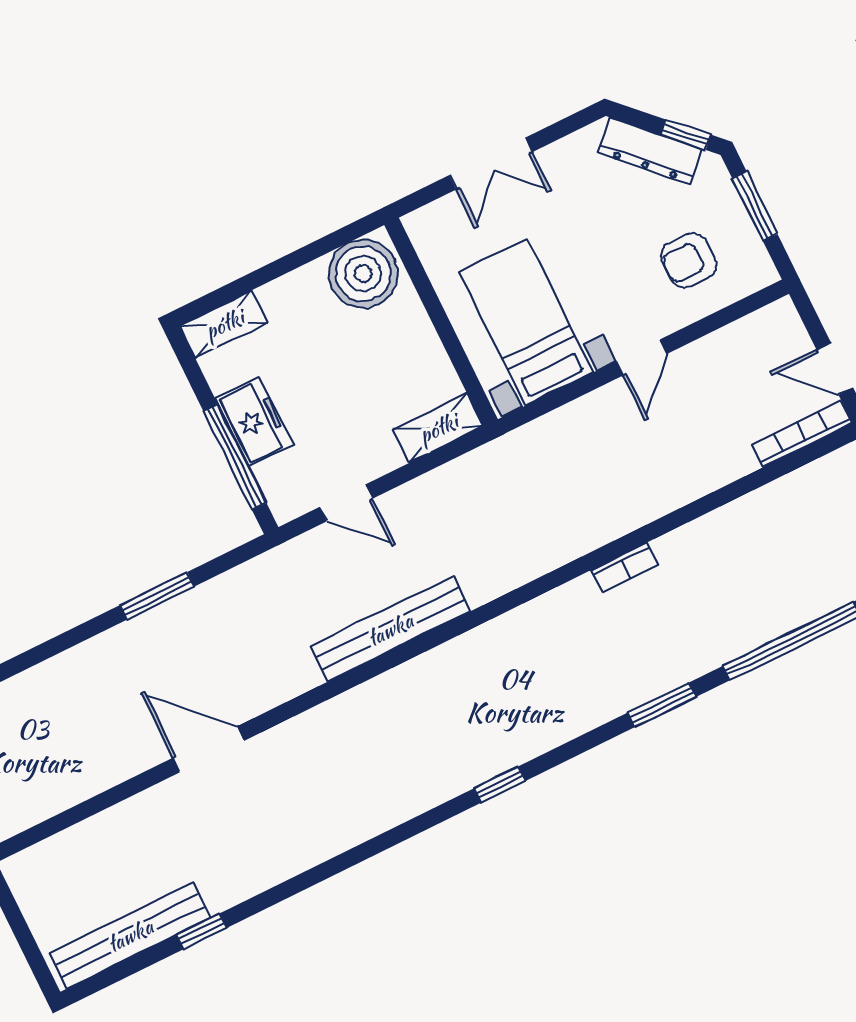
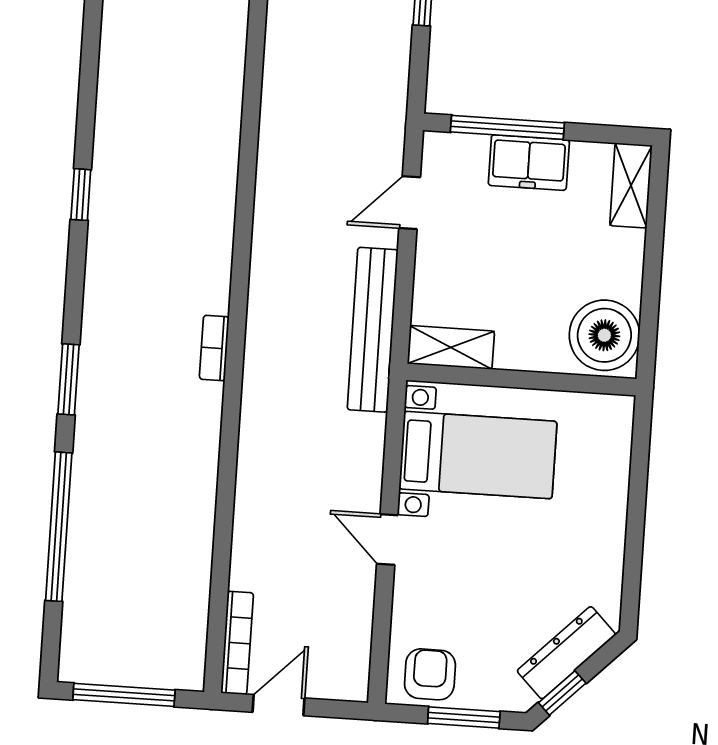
double door: (491, 164) -> (637, 505), removed
armchair: (688, 260) -> (430, 674), moved
shelving: (438, 428) -> (451, 347), moved, turned 90
bookcase: (625, 567) -> (214, 348), moved
bench: (390, 629) -> (373, 330), moved

